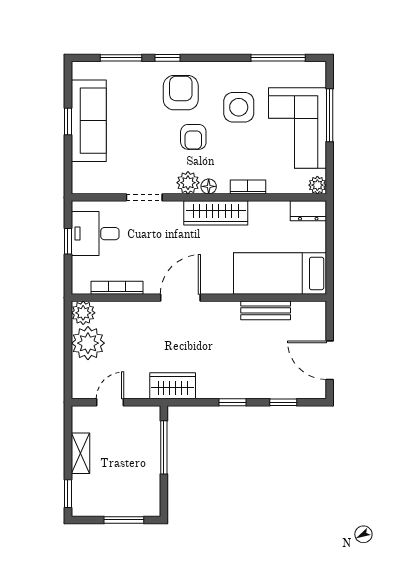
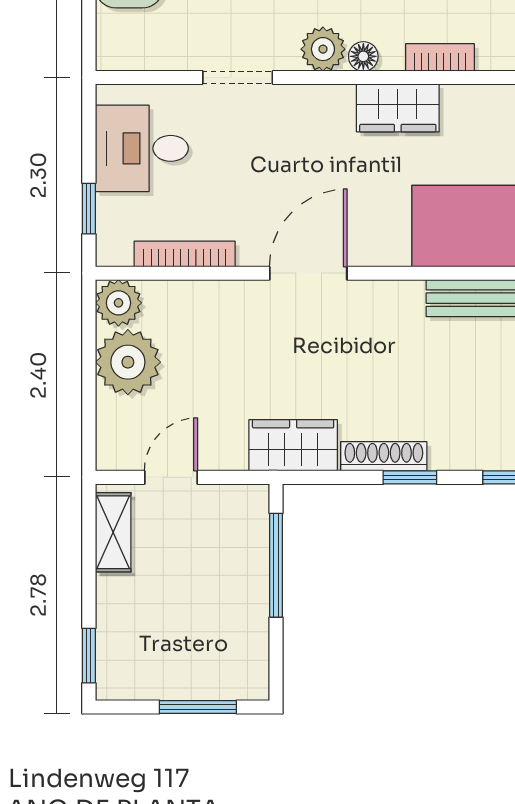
wardrobe: (216, 213) -> (398, 108), width x0.67
window: (68, 241) -> (89, 209), moved
shoe rack: (219, 391) -> (384, 456), added
shelving: (80, 453) -> (113, 532), moved

